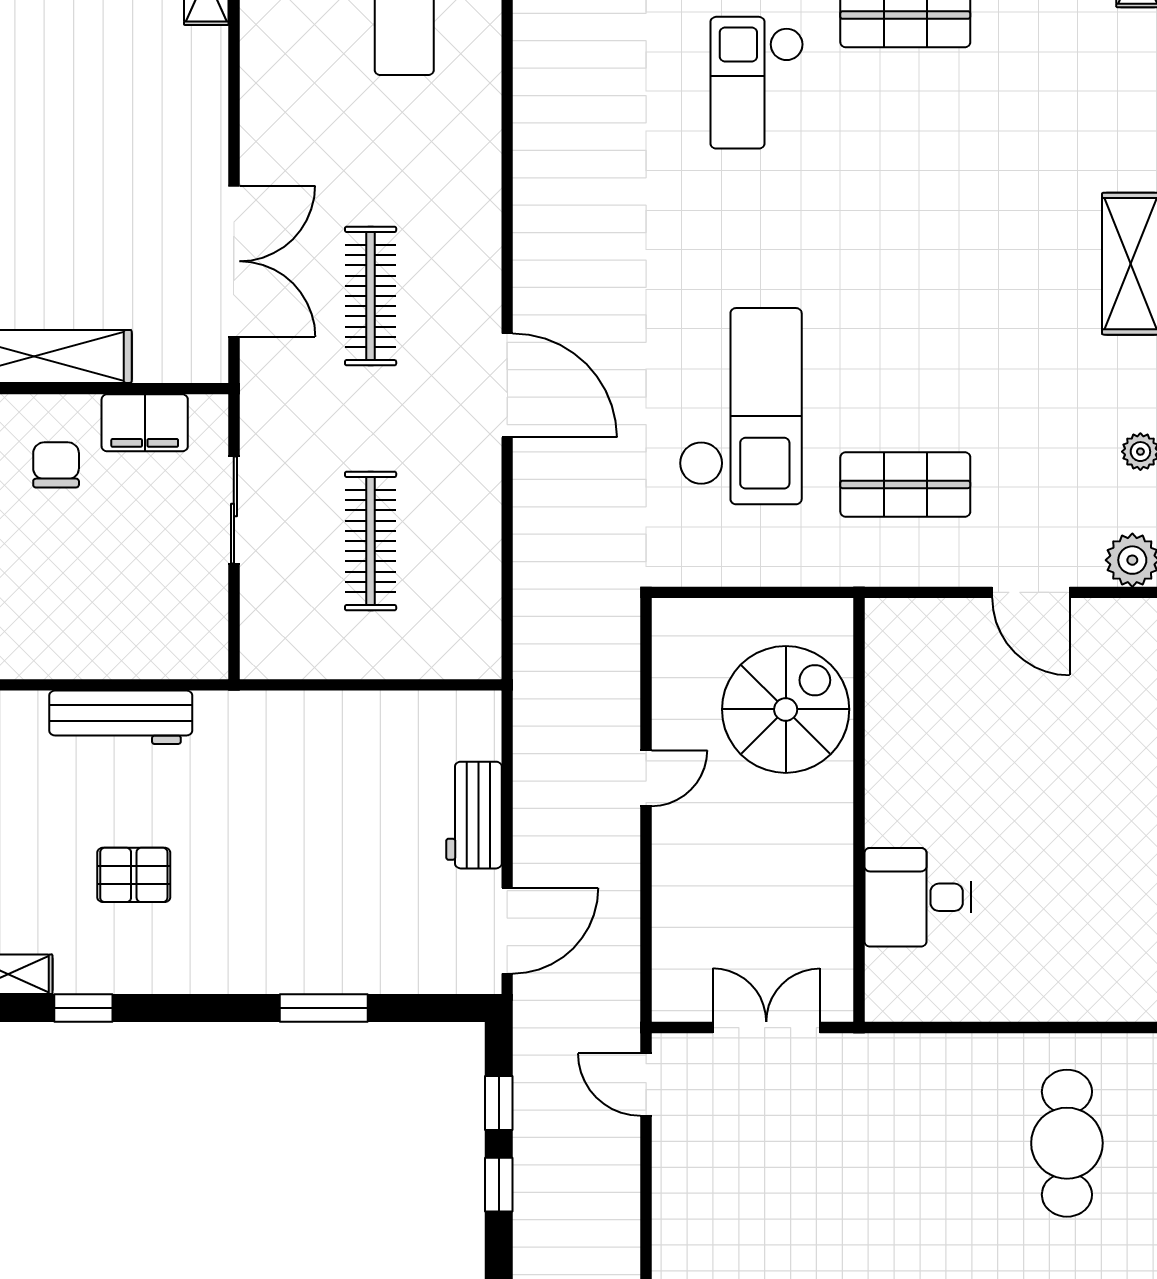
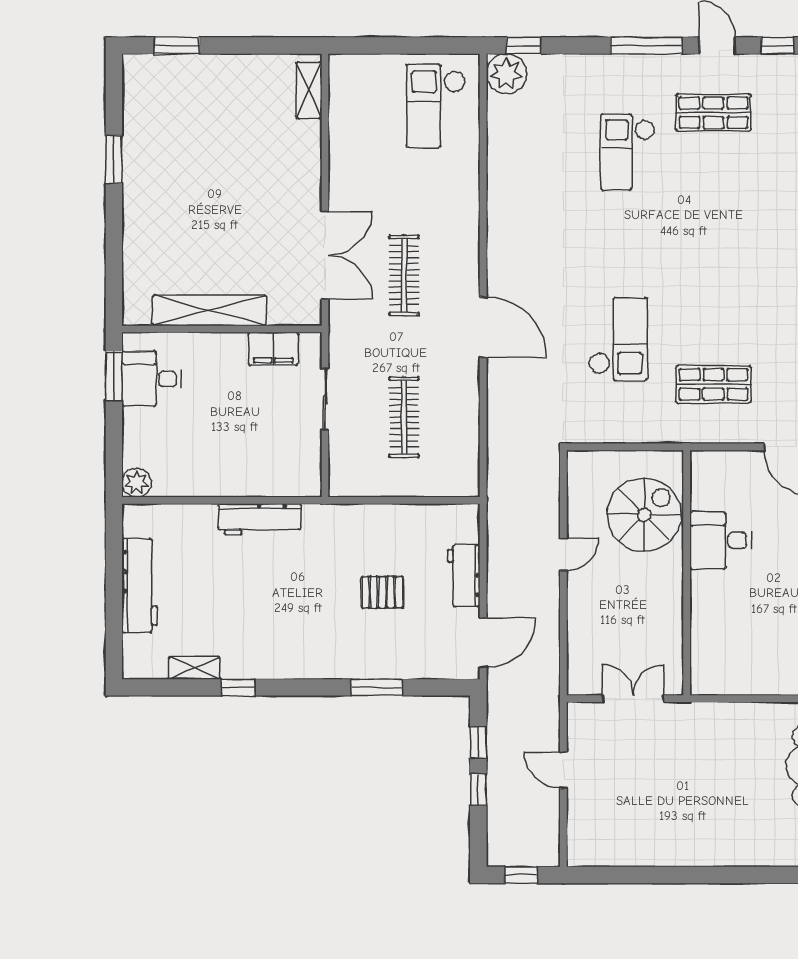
checkout: (740, 406) -> (618, 339), width x0.73, depth x0.83
chair: (56, 465) -> (222, 373), removed
pallet: (134, 875) -> (382, 592), moved
desk: (918, 897) -> (721, 541), moved
door: (646, 1085) -> (563, 770), moved

